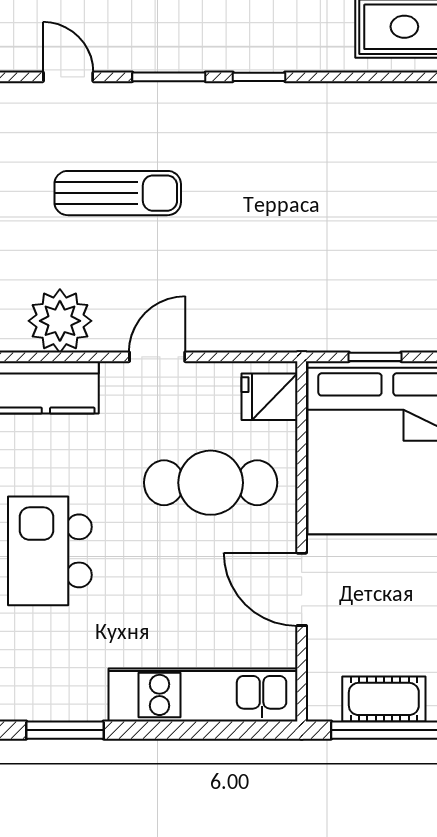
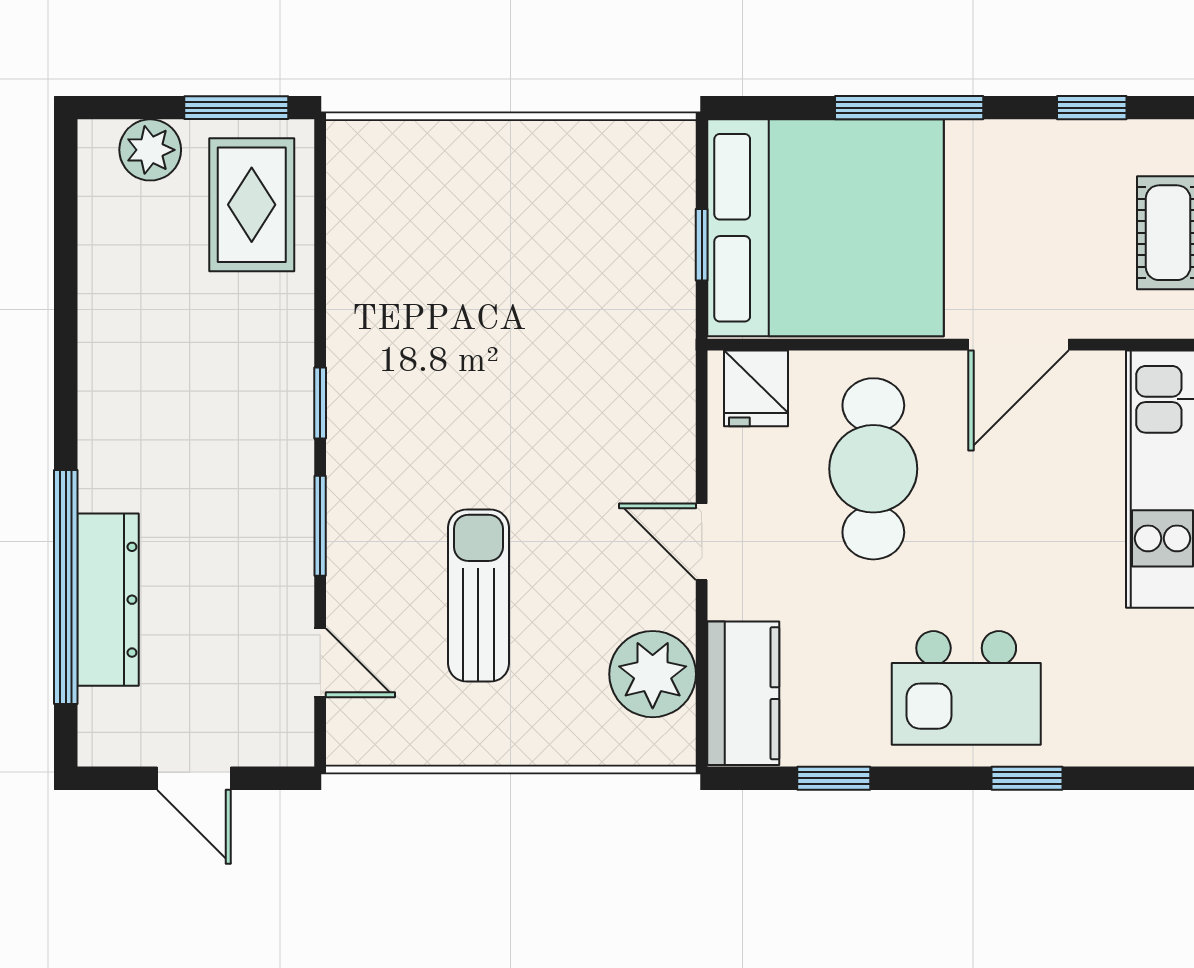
door: (68, 77) -> (320, 663), swing flipped

